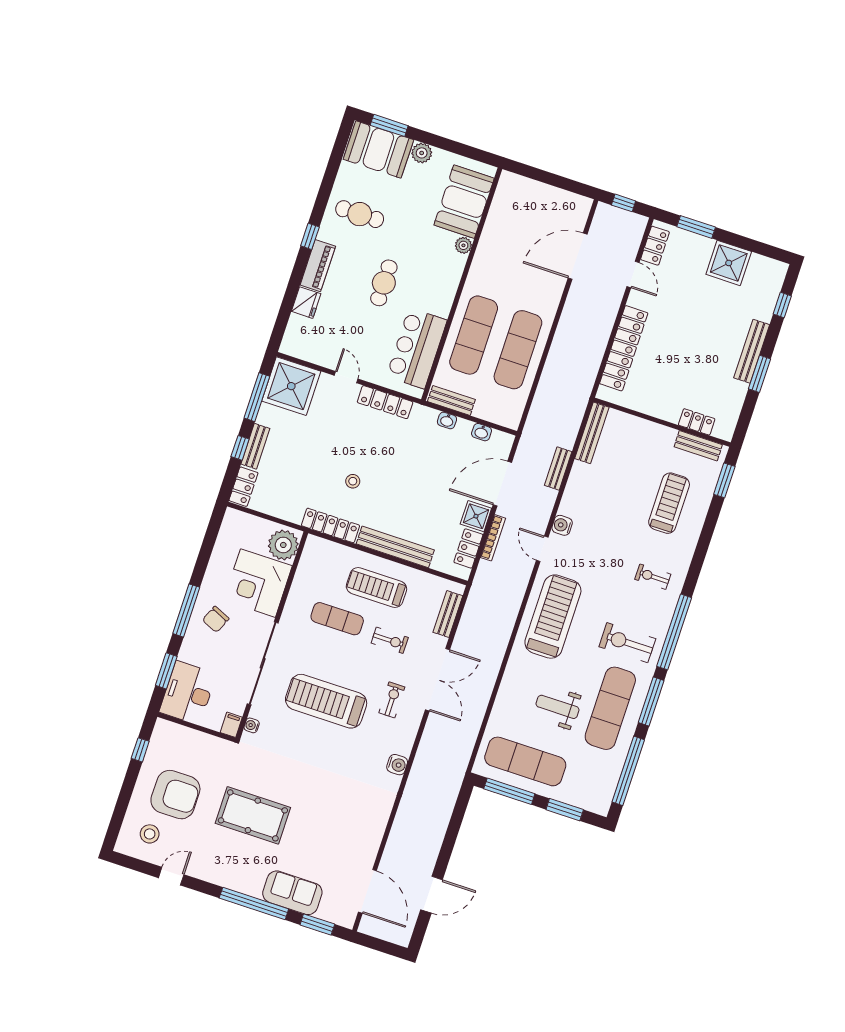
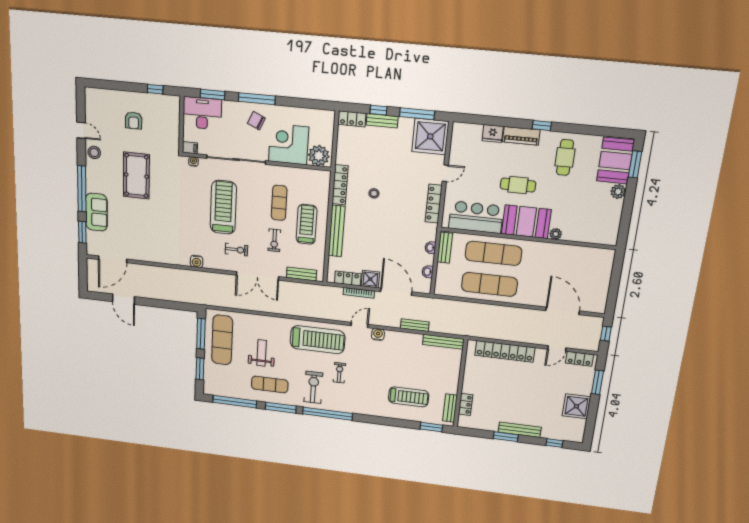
booth: (464, 202) -> (526, 222), moved
exercise bike: (653, 577) -> (339, 373), moved
exercise mat: (610, 708) -> (270, 384), width x0.73, depth x0.69
armchair: (175, 795) -> (134, 121), width x0.53, depth x0.53
stool: (150, 834) -> (94, 152), moved

